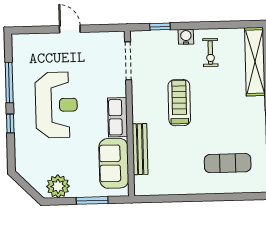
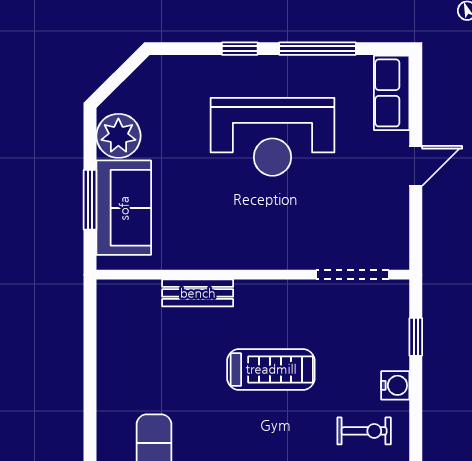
exercise bike: (210, 53) -> (364, 431), turned 180
row of seats: (118, 117) -> (392, 93), moved, turned -90
bench: (140, 149) -> (198, 293), width x0.73
sofa: (114, 163) -> (124, 208), moved, turned 90

